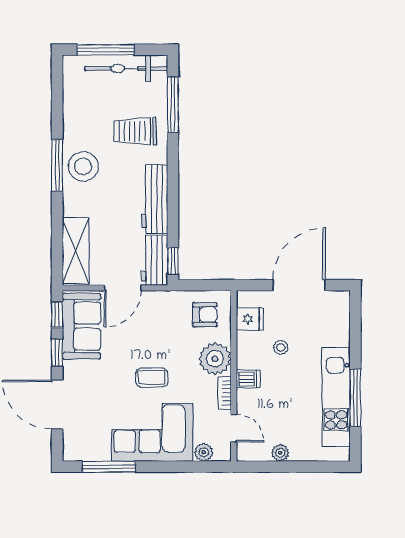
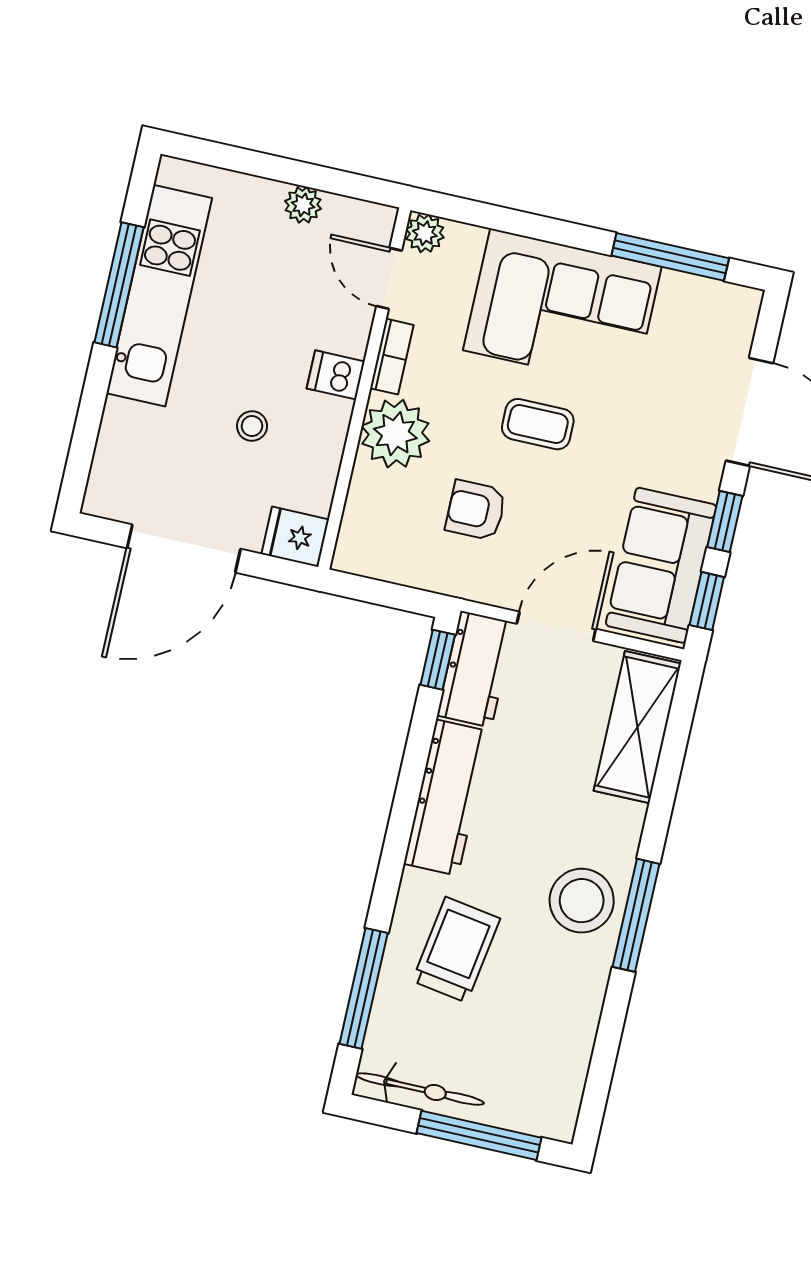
bicycle: (126, 68) -> (420, 1089), width x0.73, depth x0.71
trolley: (135, 131) -> (456, 950), turned -81
armchair: (205, 315) -> (476, 510), moved
fridge: (250, 319) -> (295, 537), moved
plant: (204, 452) -> (425, 233), moved

